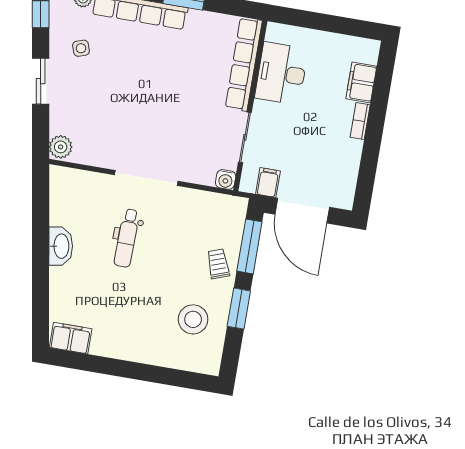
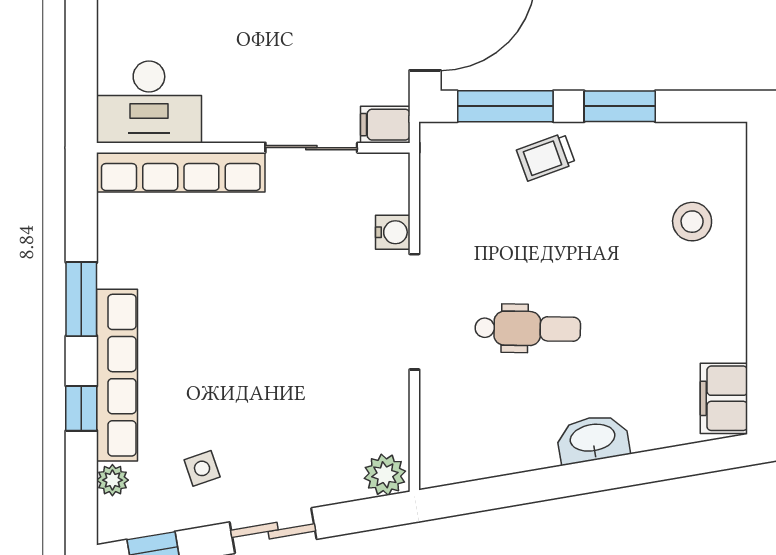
desk: (281, 73) -> (149, 102), moved
water cooler: (226, 179) -> (393, 232), moved
filing cabinet: (268, 182) -> (385, 125), moved
washbasin: (61, 246) -> (593, 439), moved
stool: (193, 319) -> (692, 222), moved, width x0.73, depth x0.73

